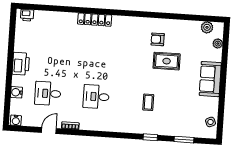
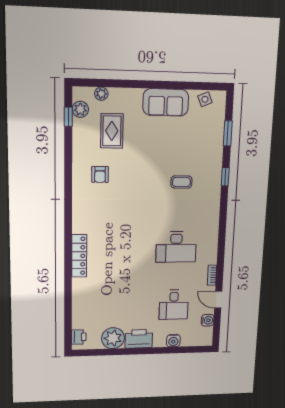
window: (202, 18) -> (68, 117), added
plant: (23, 43) -> (113, 338), added
rug: (167, 61) -> (112, 131), moved
sofa: (210, 79) -> (166, 102), moved
desk: (96, 97) -> (176, 247), width x1.37
water cooler: (16, 120) -> (208, 320), moved

